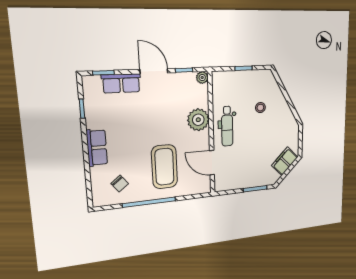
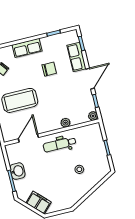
plant: (198, 120) -> (65, 123), width x0.53, depth x0.53
chair: (131, 123) -> (49, 69), added
washbasin: (246, 181) -> (17, 171), added

